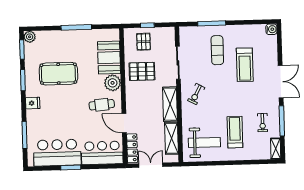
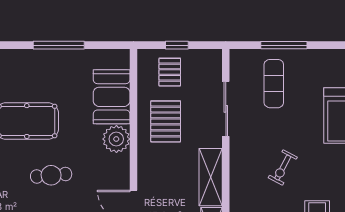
exercise mat: (217, 50) -> (274, 84), moved
pallet: (142, 71) -> (166, 121), turned 90
exercise bike: (196, 94) -> (283, 168), moved
cafe table: (102, 105) -> (51, 175), moved

